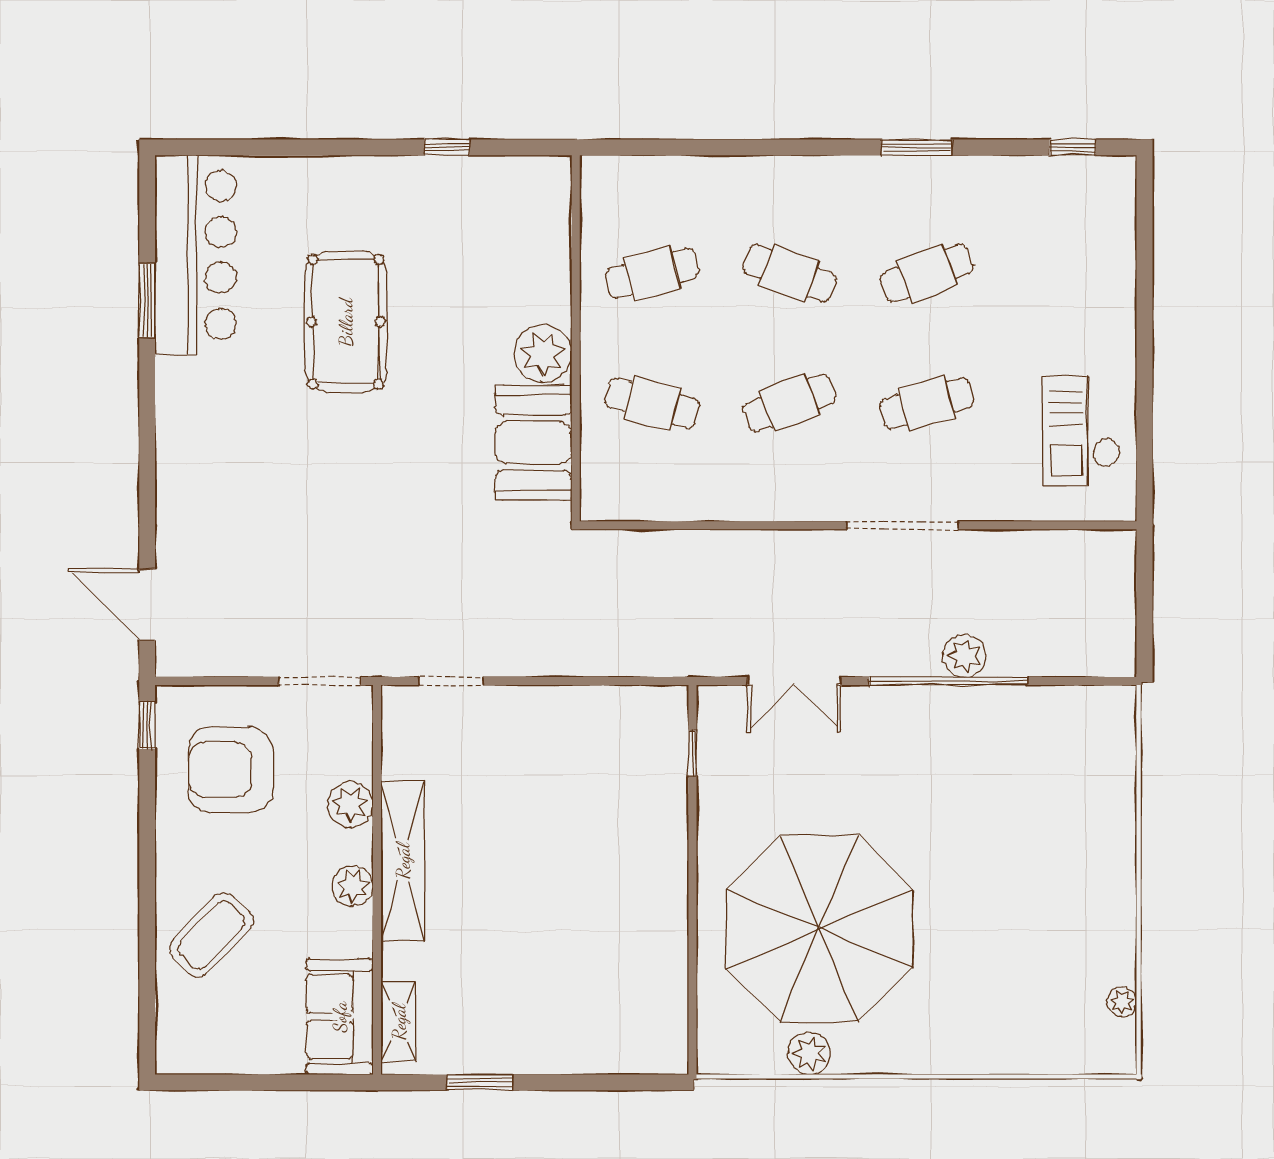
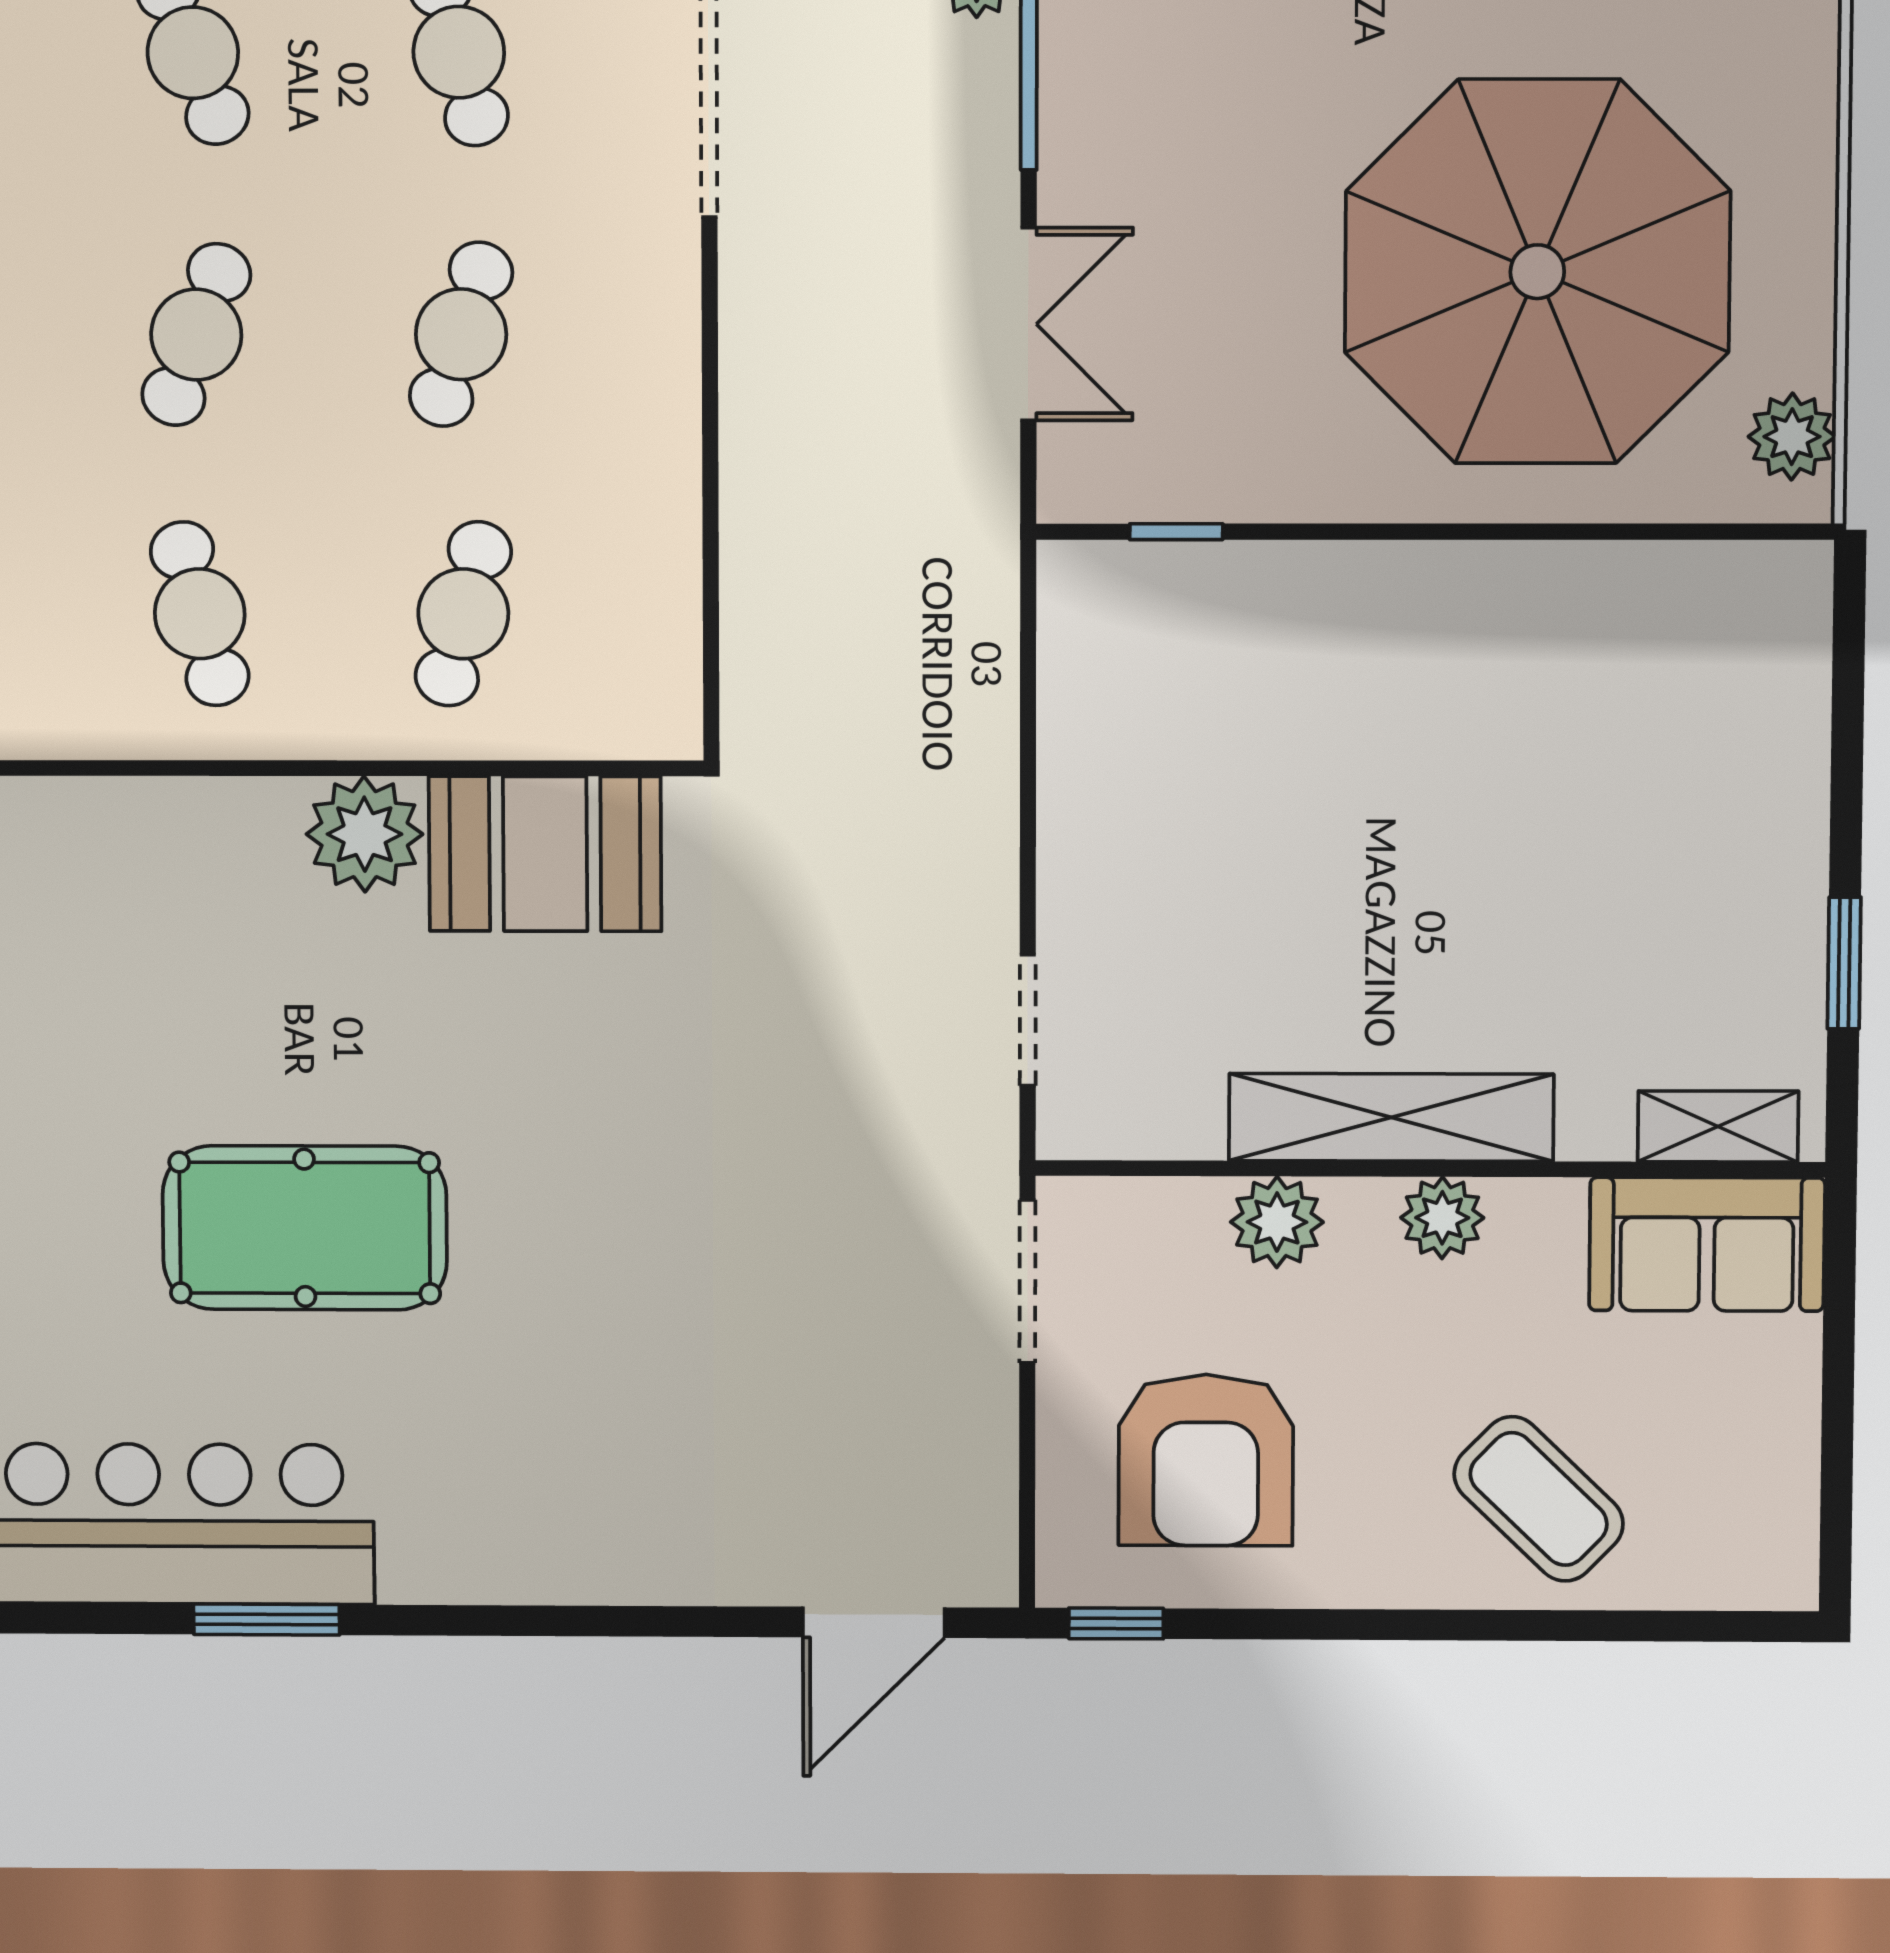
cafe table: (789, 403) -> (461, 334), turned 39
plant: (809, 1053) -> (1792, 437), moved

